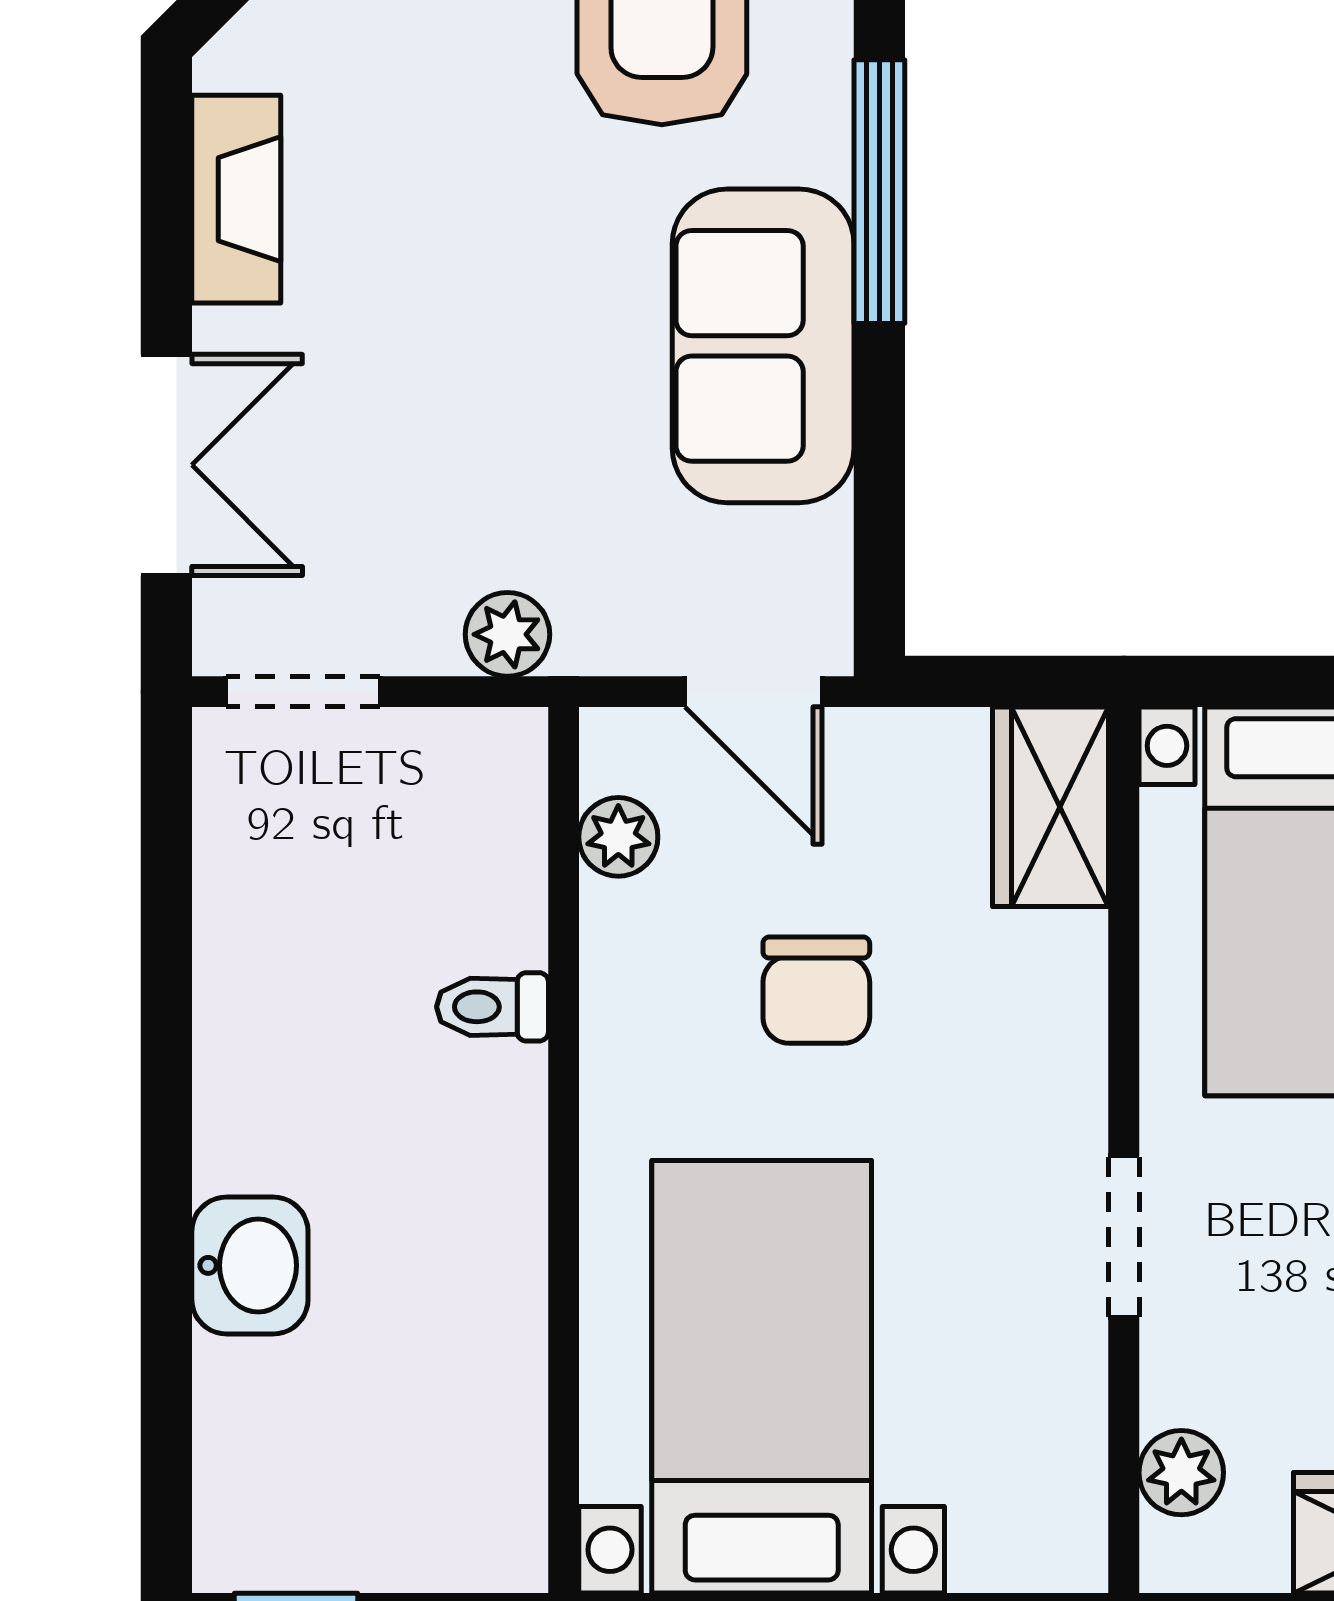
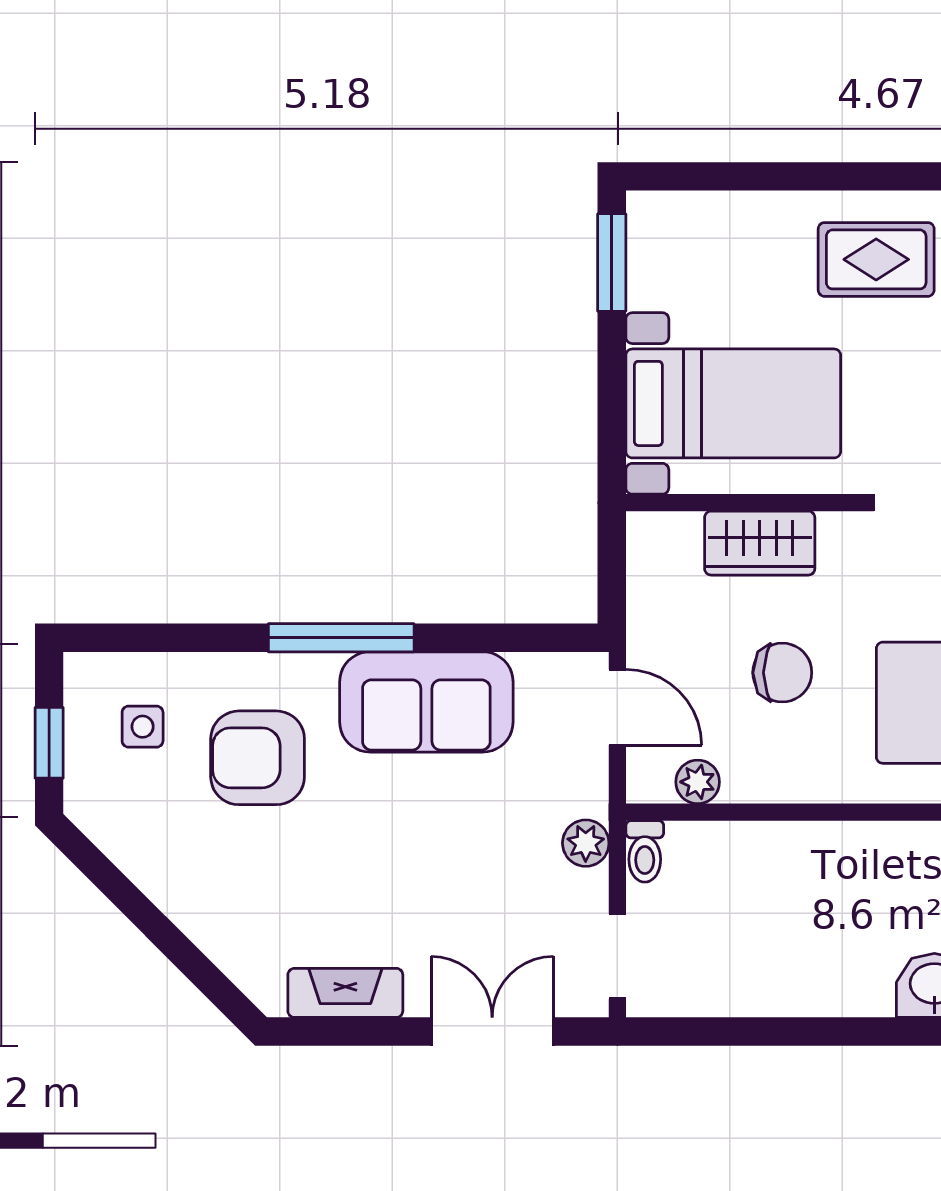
door: (753, 692) -> (617, 707), hinge flipped
wardrobe: (1051, 807) -> (760, 543), moved
toilet: (492, 1007) -> (645, 851), moved

